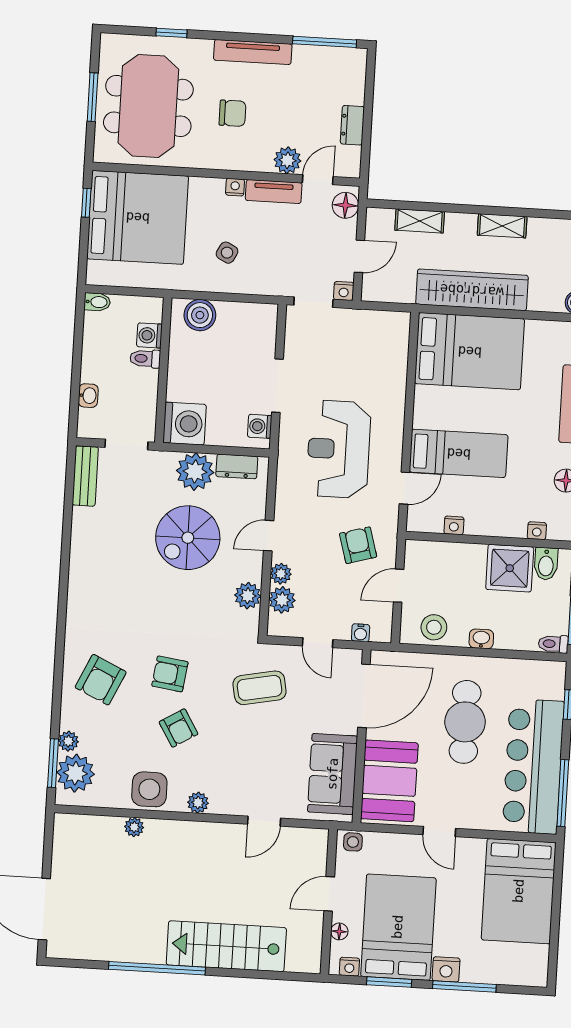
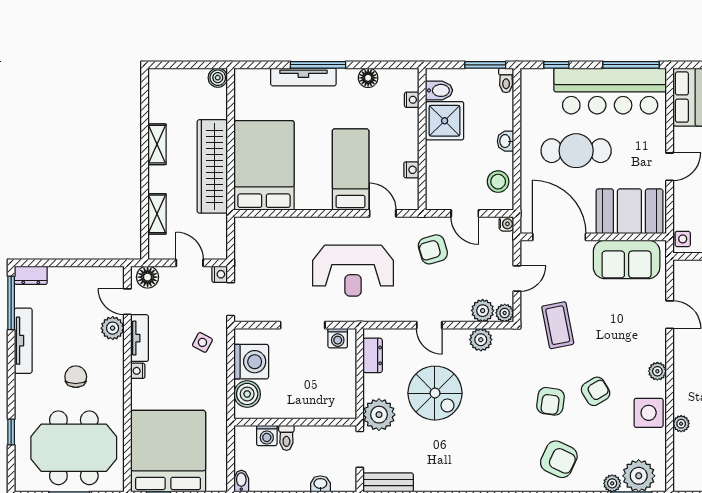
tv unit: (253, 52) -> (23, 341), moved
dresser: (352, 125) -> (31, 275), moved
side table: (227, 253) -> (202, 342), moved
washing machine: (185, 424) -> (251, 362), moved, turned 90
plant: (195, 472) -> (379, 415), moved
plant: (281, 574) -> (505, 313), moved
water cooler: (361, 633) -> (506, 224), moved

